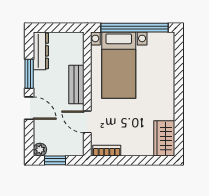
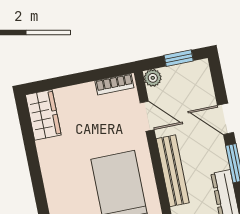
bench: (76, 84) -> (173, 171), width x1.36
plant: (40, 150) -> (153, 78), moved

